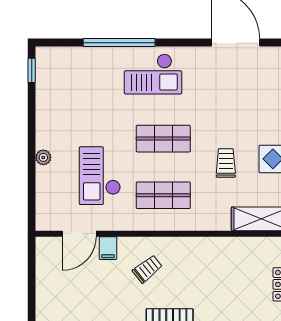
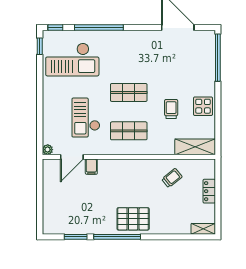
window: (55, 43) -> (55, 27), added
checkout: (153, 74) -> (72, 60), moved, width x1.36, depth x1.21
plant: (43, 157) -> (48, 150), moved
trolley: (147, 269) -> (172, 178), moved

